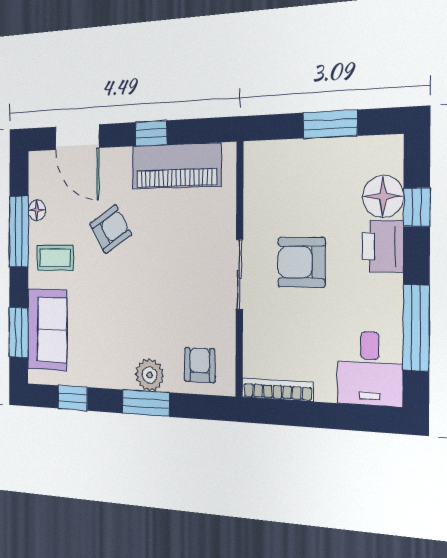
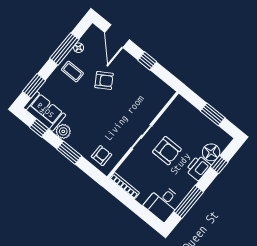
piano: (176, 166) -> (148, 80), removed
armchair: (301, 262) -> (167, 151), turned 180
sofa: (47, 330) -> (45, 111), moved, turned -90
plant: (150, 375) -> (63, 131), moved

